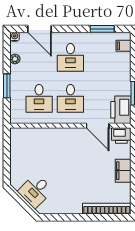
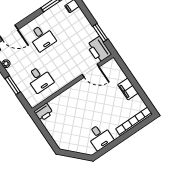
desk: (70, 98) -> (60, 65), removed
printer: (121, 136) -> (44, 112), moved
desk: (35, 191) -> (100, 137), moved, turned -45

